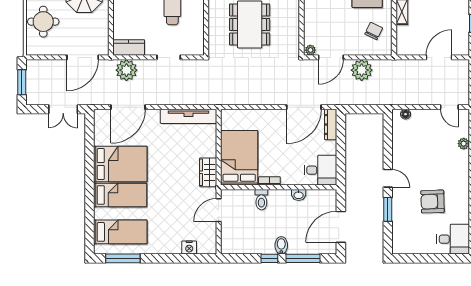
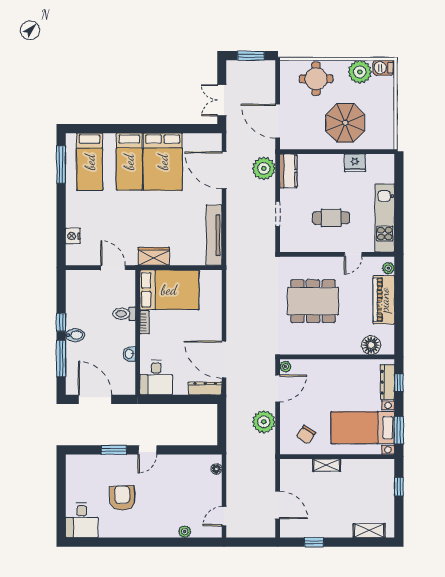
chair: (374, 31) -> (306, 435), turned 98
door: (331, 57) -> (278, 388), swing flipped

